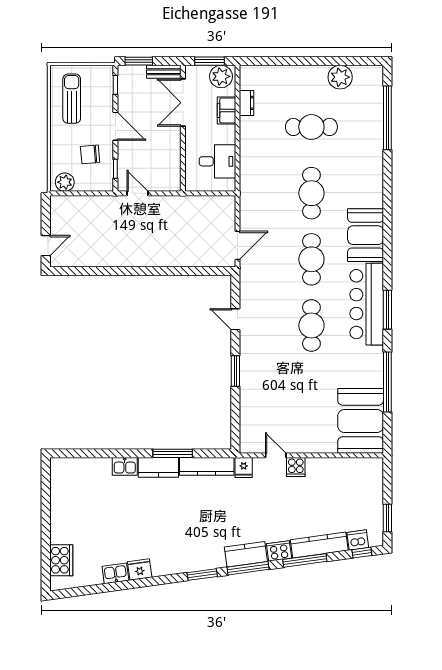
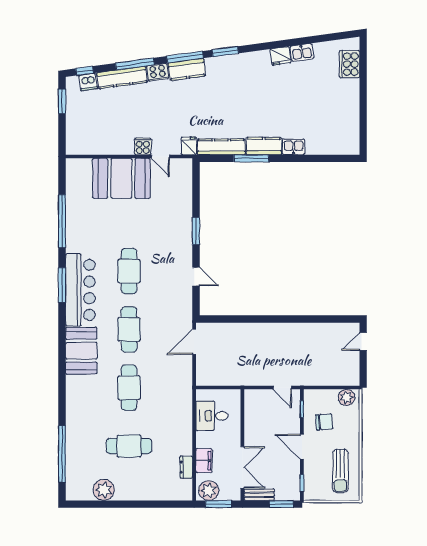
booth: (361, 421) -> (121, 178), moved, turned 90

